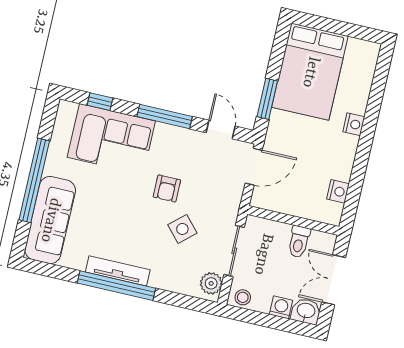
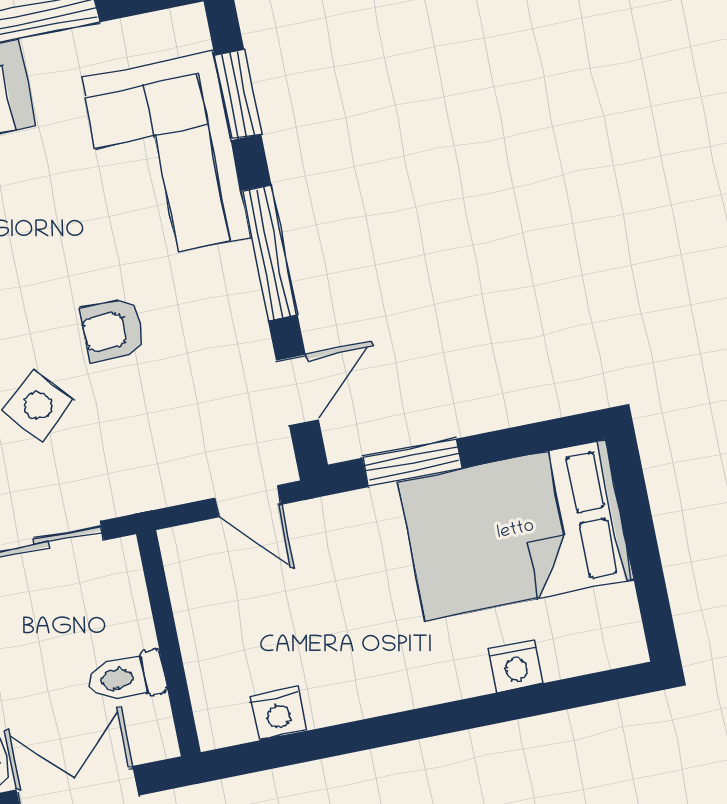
window: (100, 102) -> (238, 95), width x1.50
nightstand: (354, 124) -> (516, 666), moved
door: (254, 167) -> (248, 501), width x0.73

